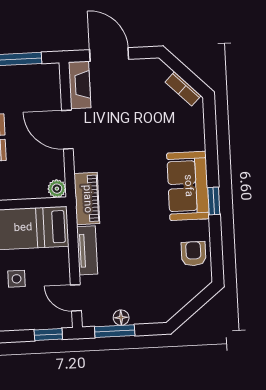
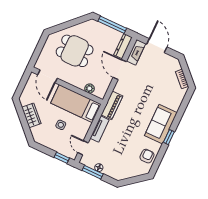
dresser: (52, 86) -> (123, 46), added
plant: (57, 189) -> (90, 88), moved

